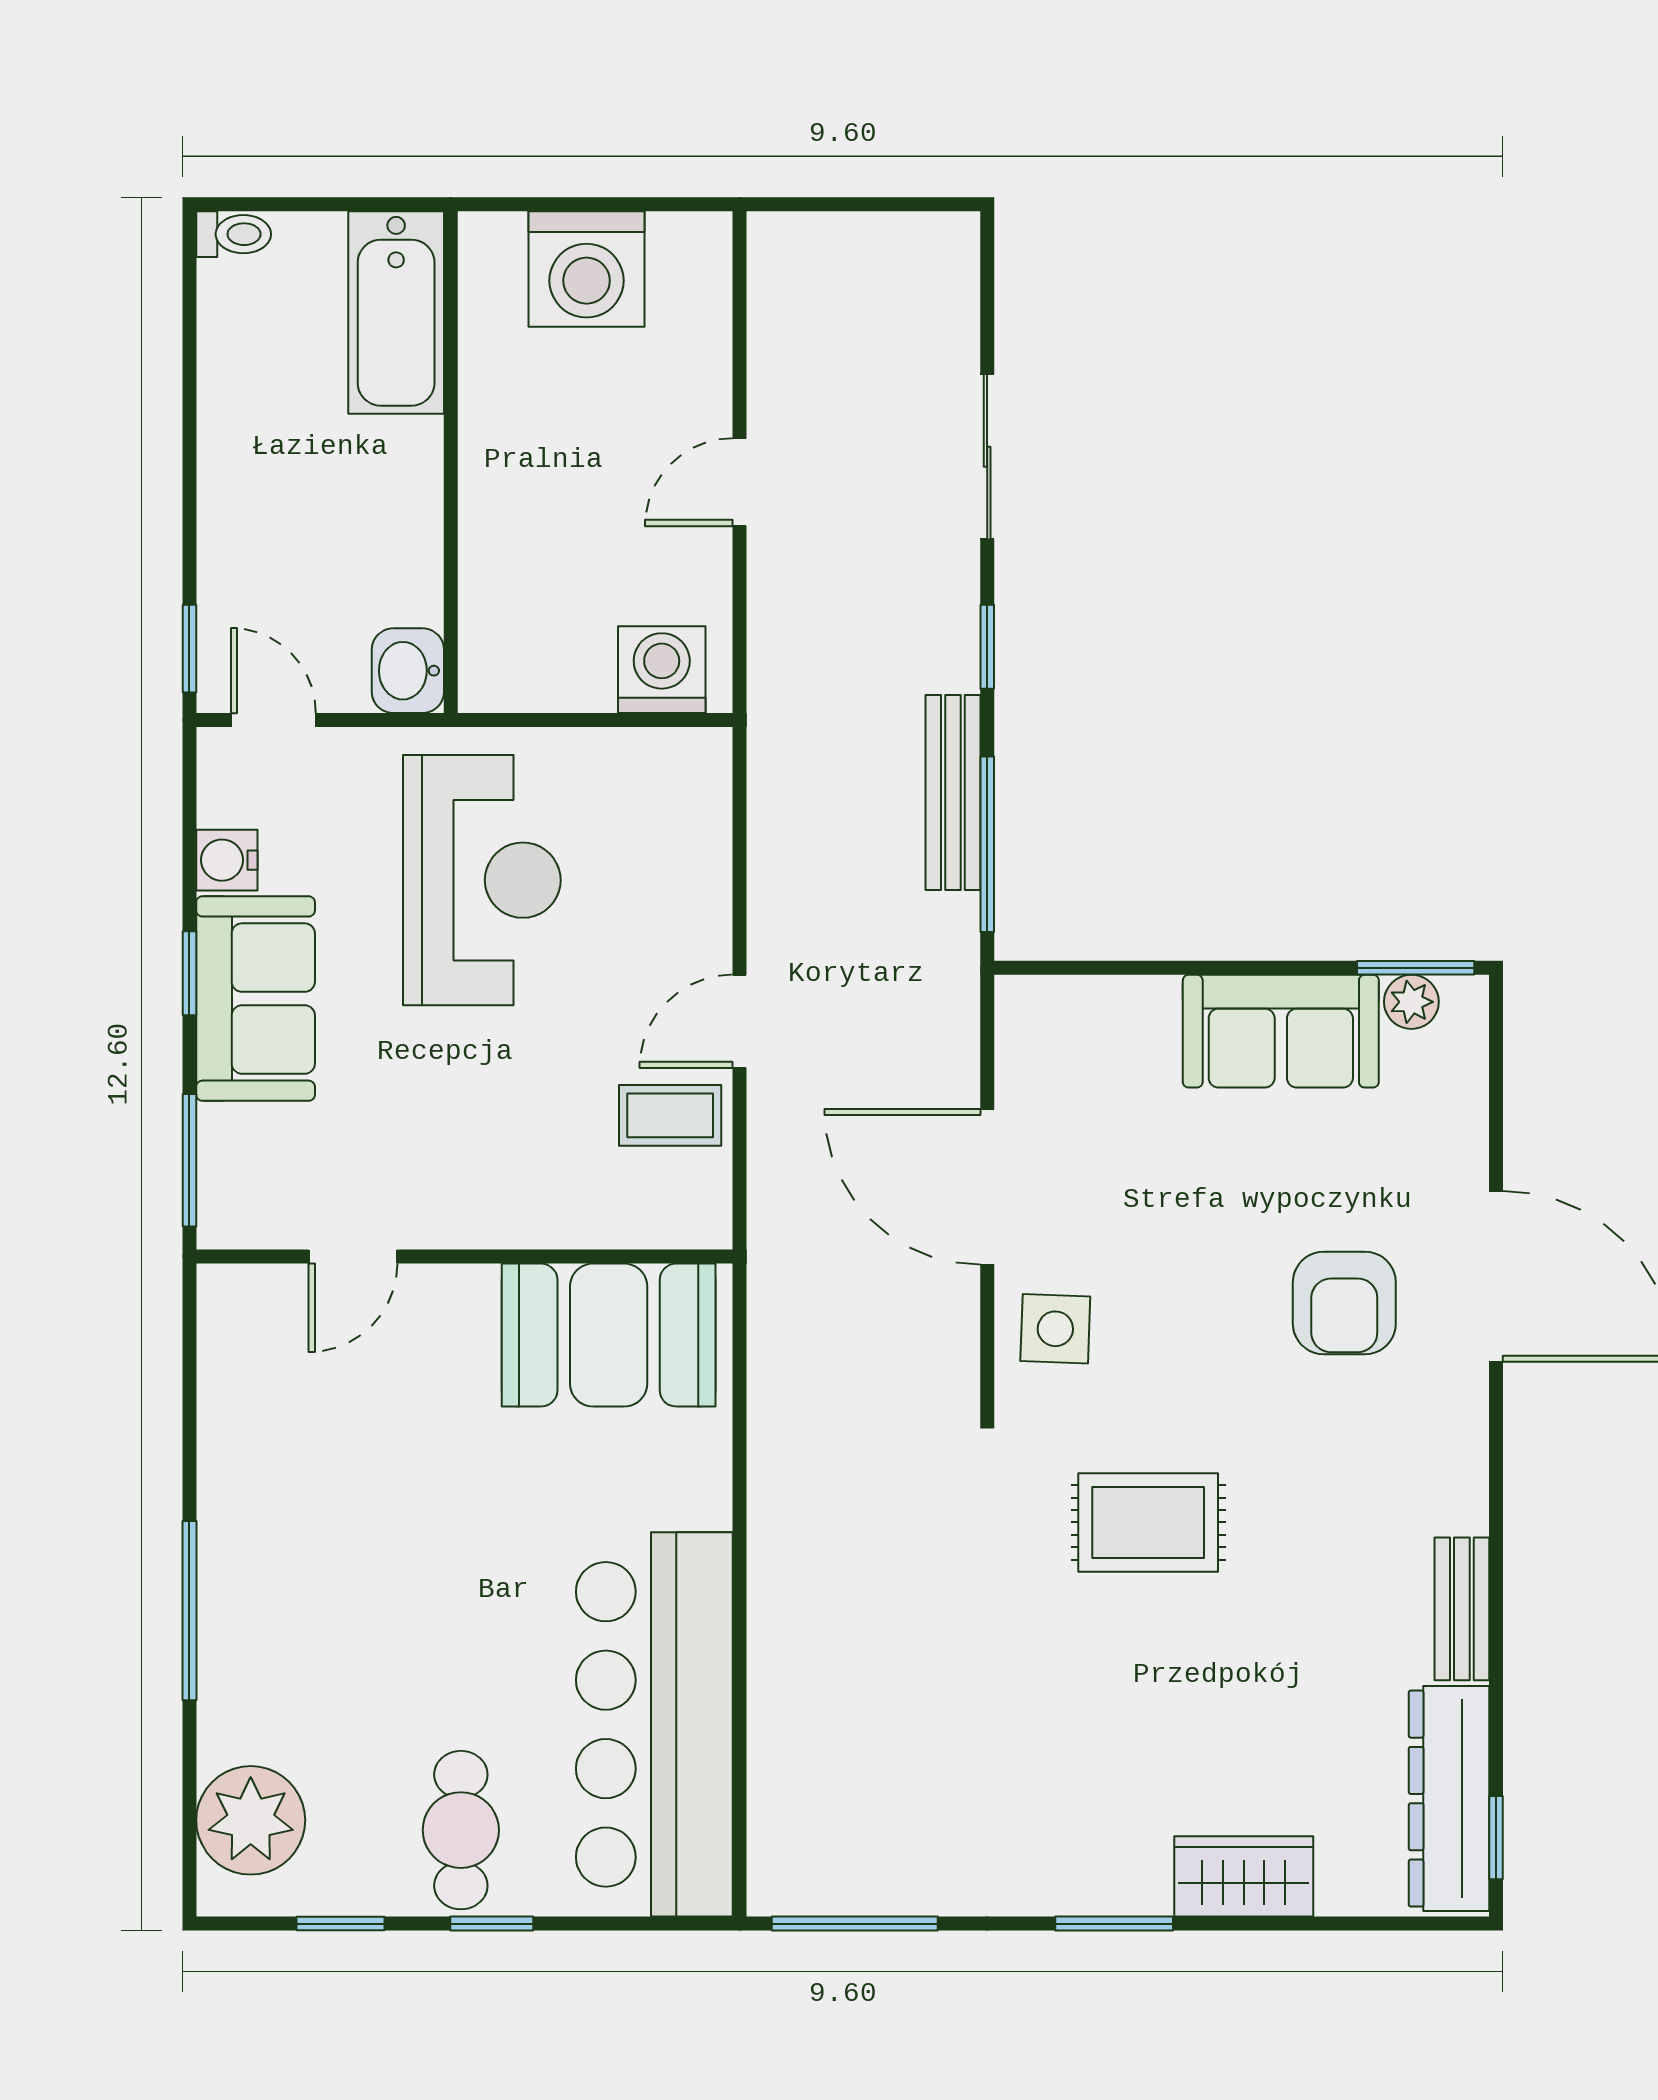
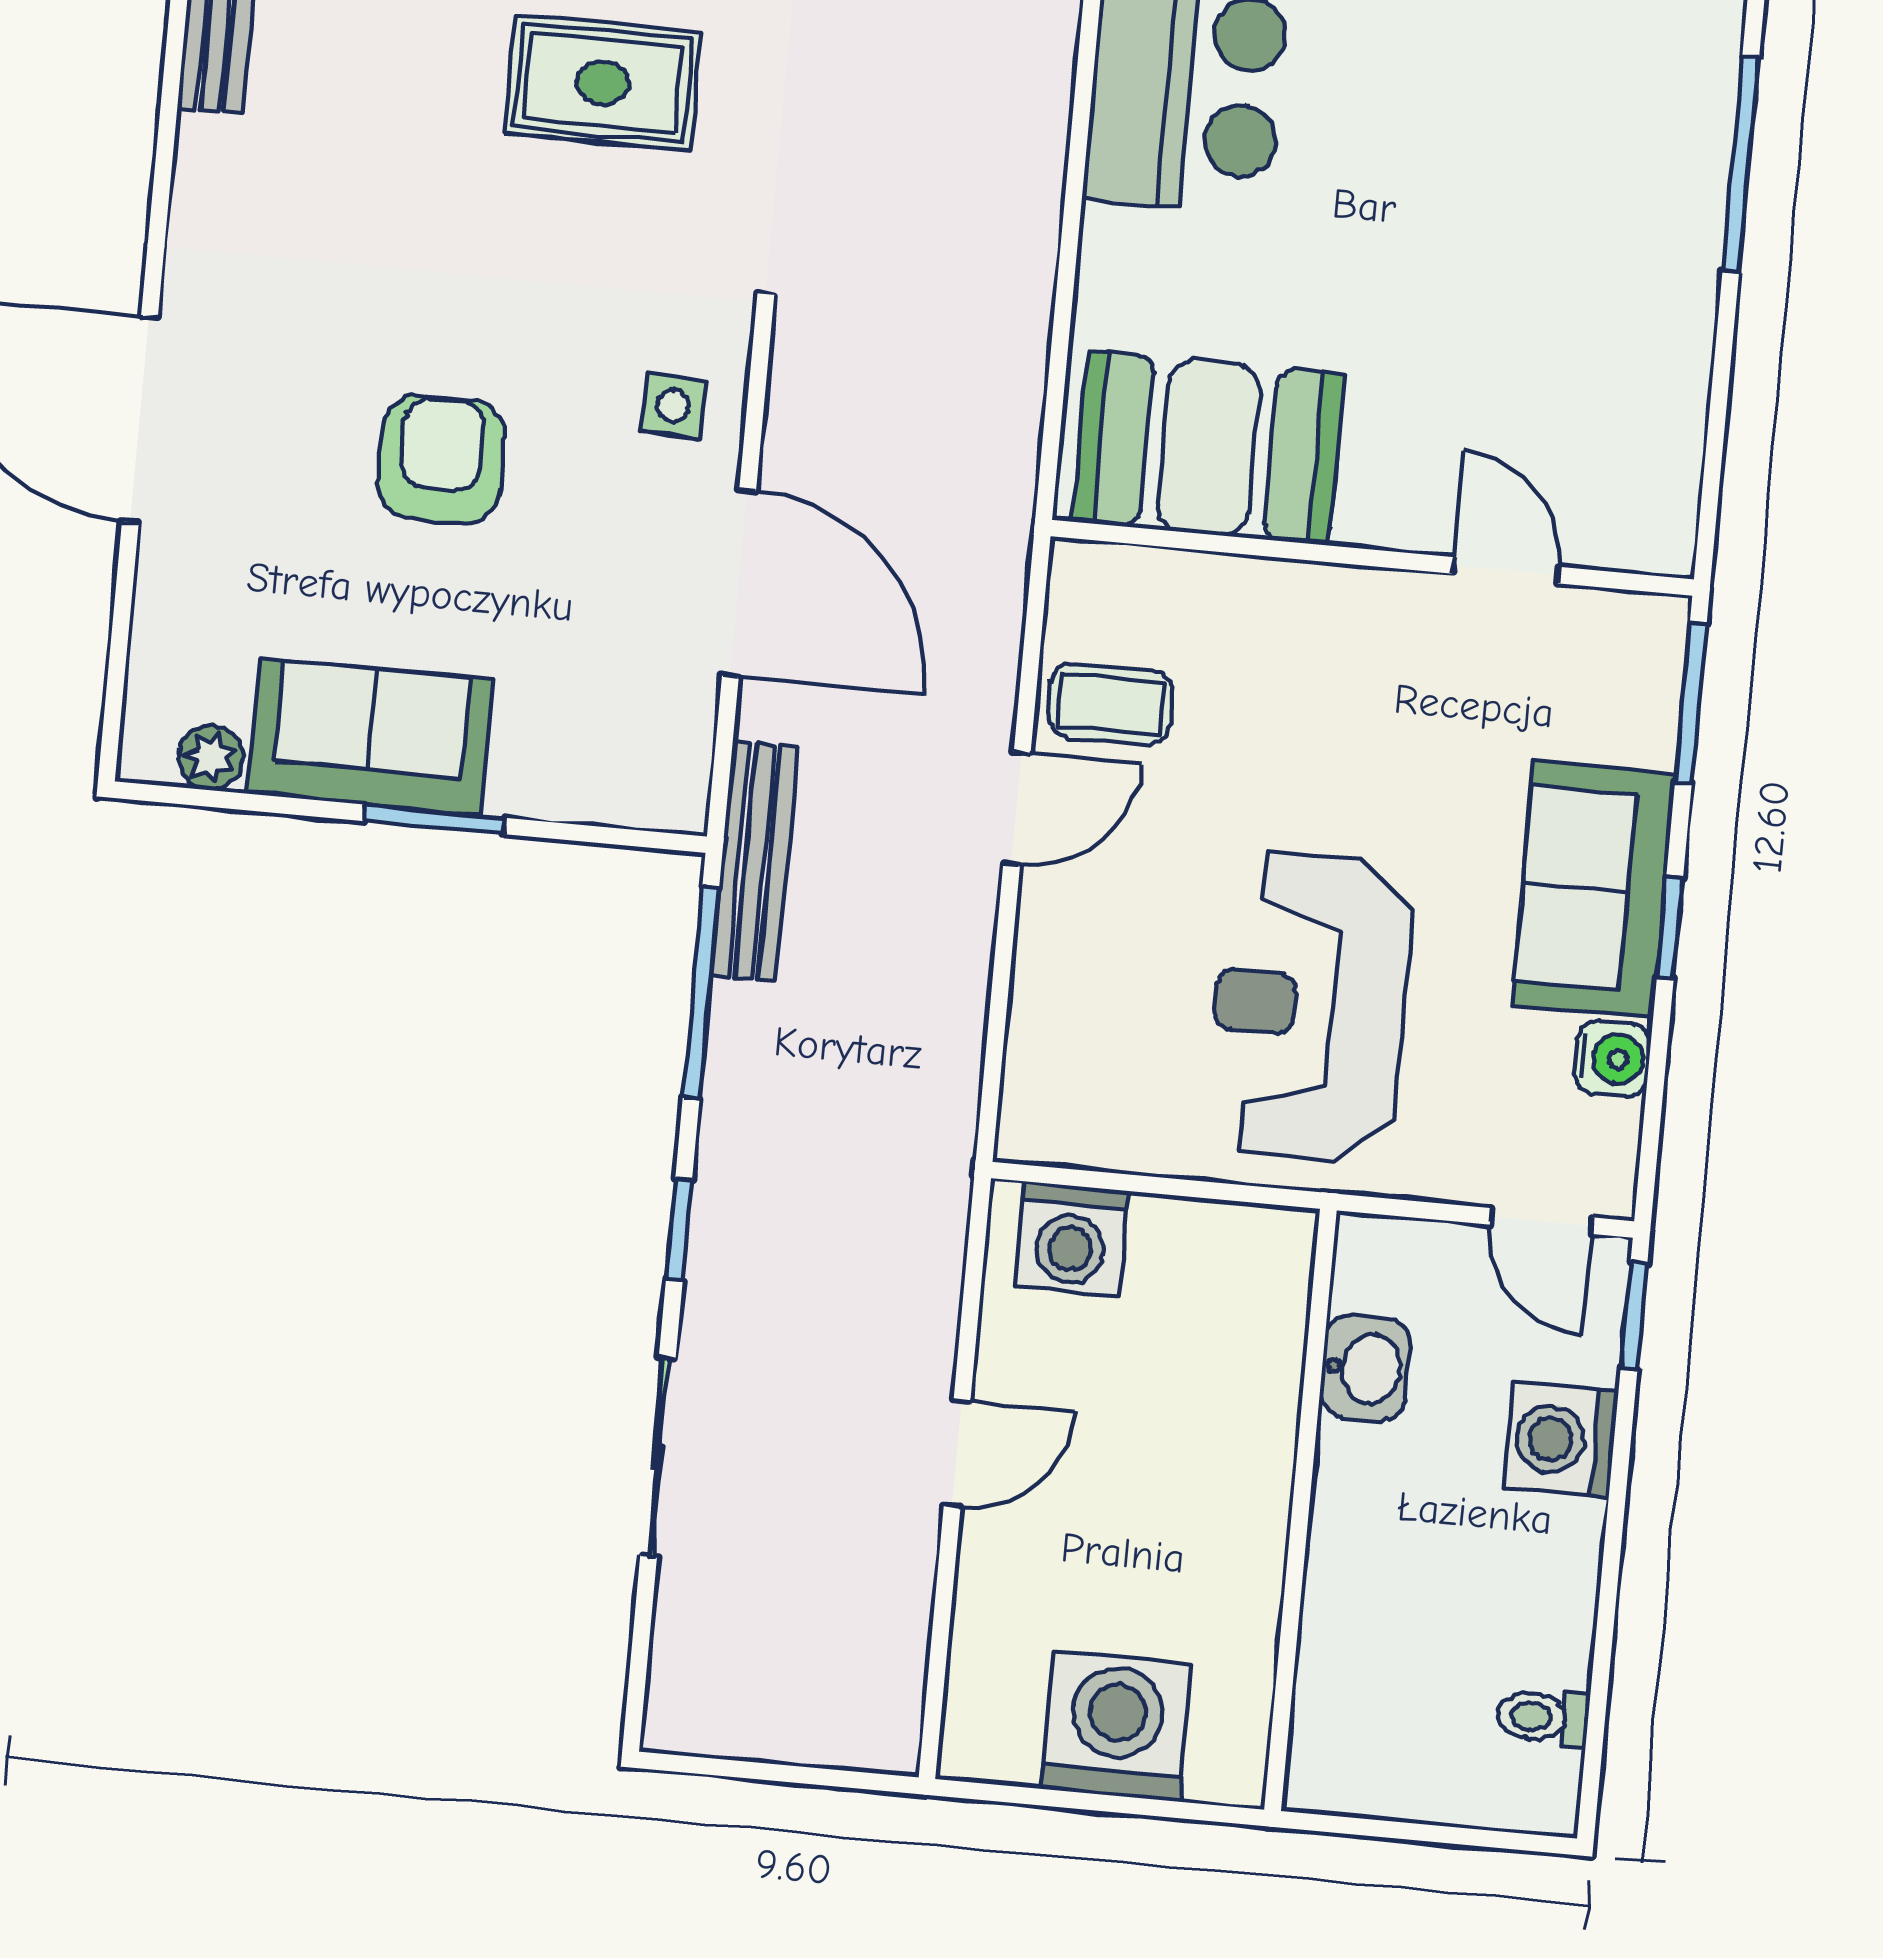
toilet: (234, 234) -> (1543, 1717), moved
bathtub: (396, 313) -> (1349, 1695), removed
washing machine: (240, 540) -> (1561, 1440), added
washbasin: (408, 671) -> (1365, 1368), moved
bench: (953, 793) -> (755, 861), moved
window: (1416, 968) -> (434, 819), moved
door: (353, 1257) -> (1506, 570), hinge flipped
armchair: (1344, 1303) -> (441, 459), moved
side table: (1055, 1329) -> (673, 406), width x0.73, depth x0.73
rug: (1148, 1522) -> (603, 83), moved

